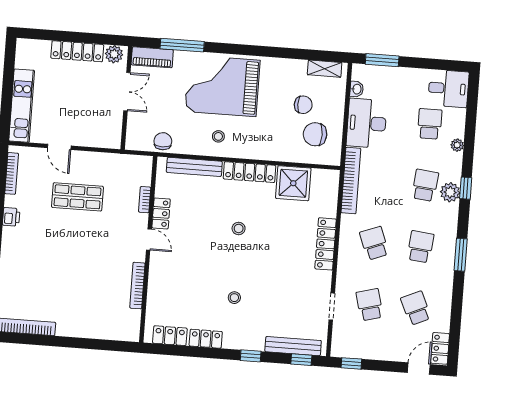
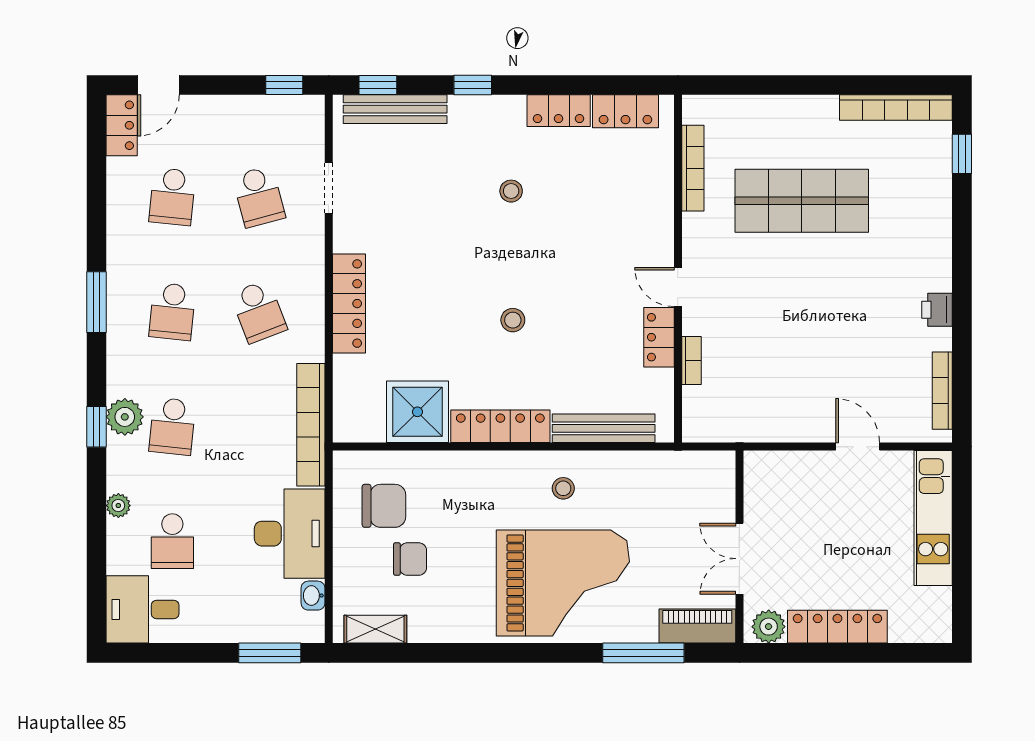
chair: (303, 105) -> (410, 559), turned 180
chair: (163, 141) -> (666, 472), removed
shop shelf: (77, 197) -> (802, 201), moved, width x1.43, depth x1.36
bookcase: (137, 286) -> (693, 168), moved
school desk: (416, 308) -> (172, 197), turned 30

